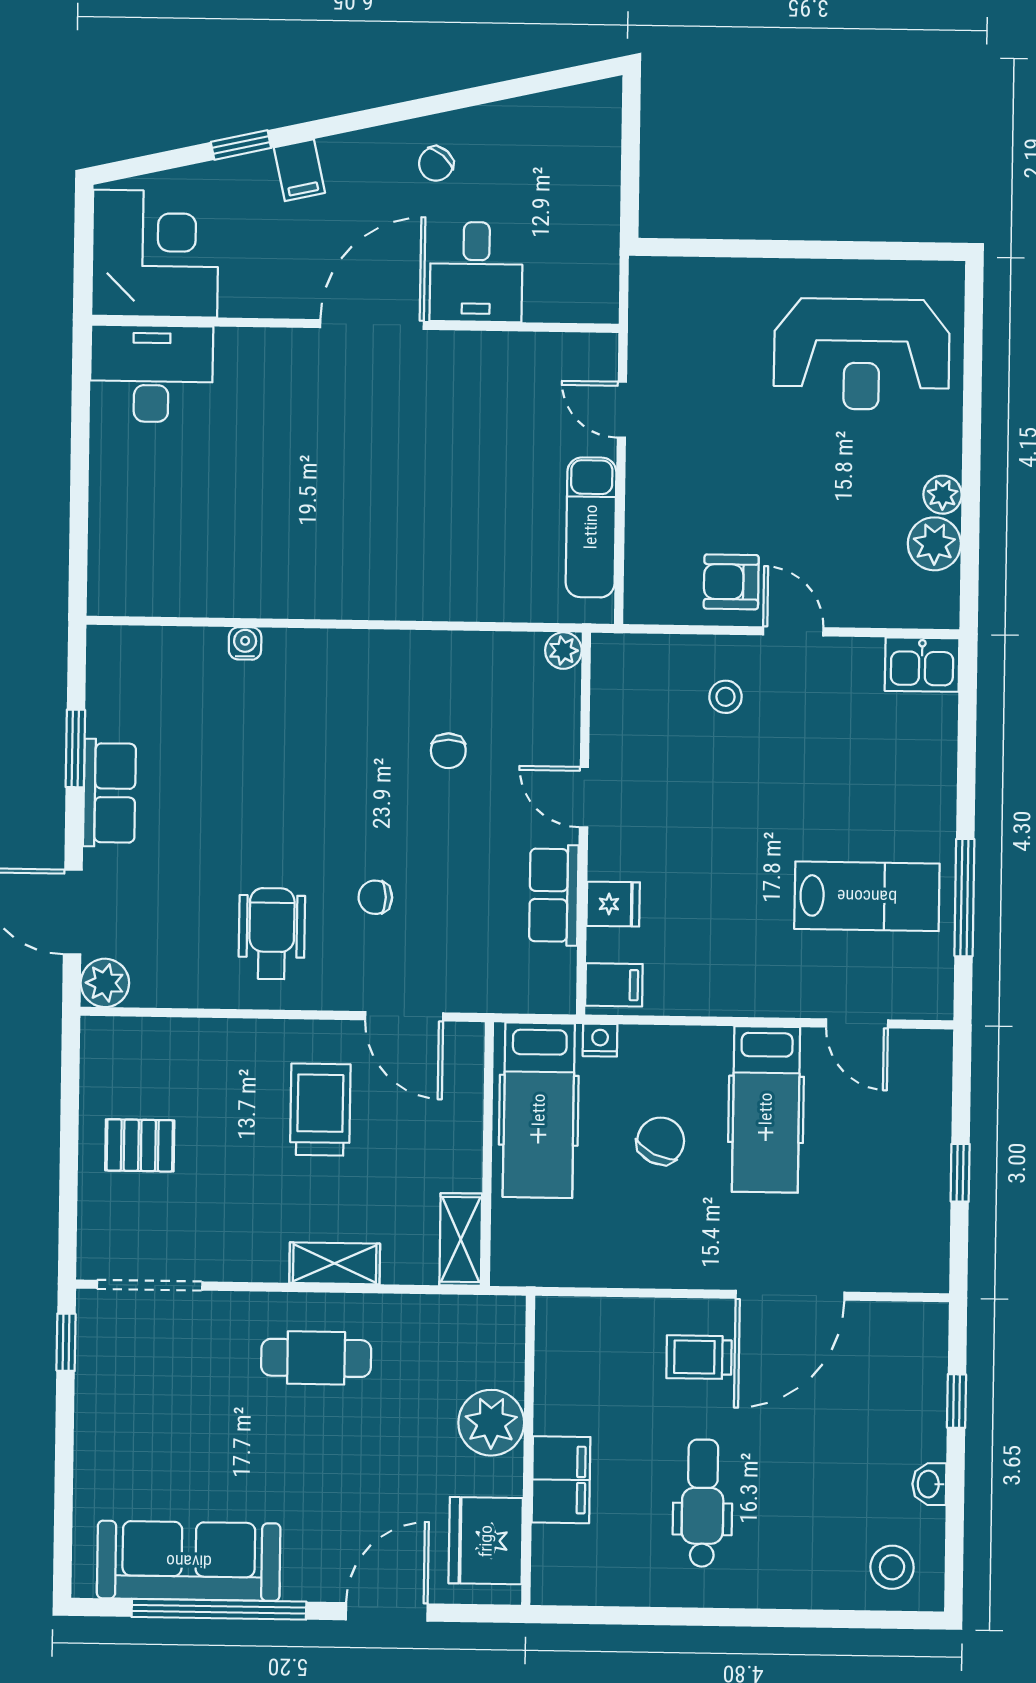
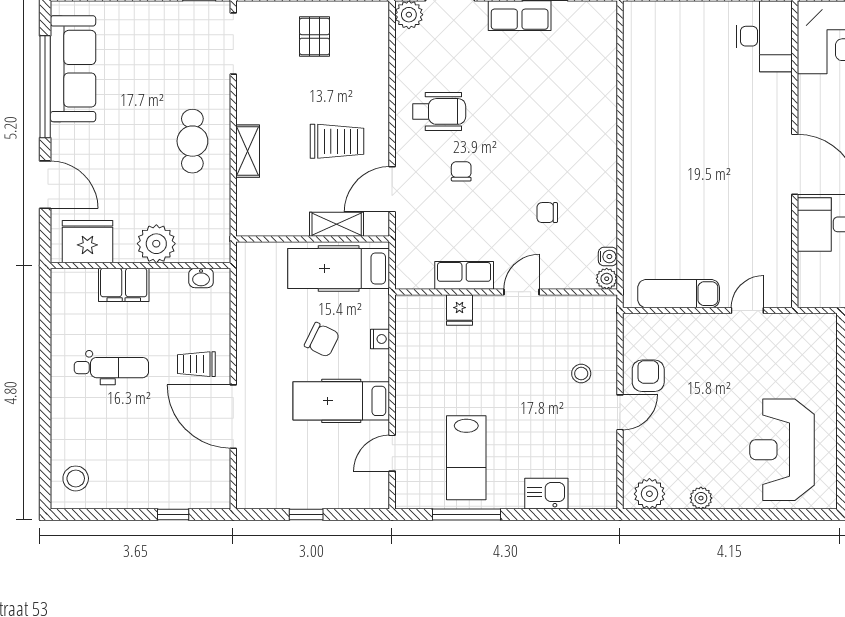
plant: (934, 544) -> (649, 494), moved
water cooler: (245, 643) -> (608, 257), moved
kitchen sink: (922, 665) -> (546, 494), moved, turned 90
filing cabinet: (614, 985) -> (412, 311), removed
nightstand: (600, 1040) -> (380, 339), moved
shelving: (461, 1239) -> (337, 224), moved
trolley: (699, 1357) -> (196, 364), turned -90
washbasin: (929, 1484) -> (201, 278), moved, turned 180

